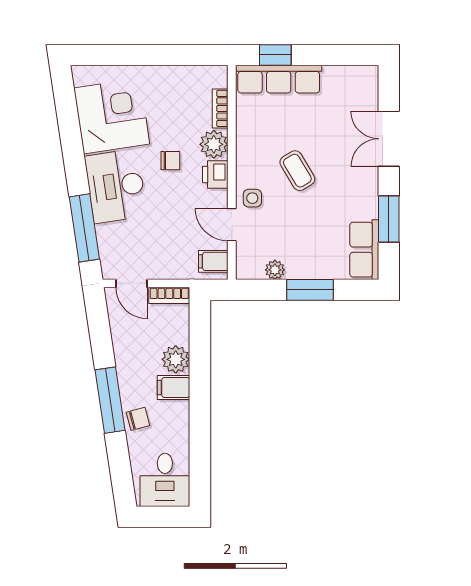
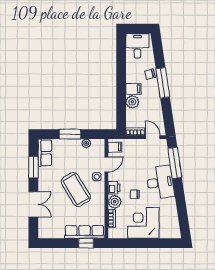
corner desk: (112, 116) -> (143, 223), moved, turned 98
coffee table: (297, 171) -> (76, 189), width x1.86, depth x1.72
door: (232, 225) -> (106, 164), hinge flipped

